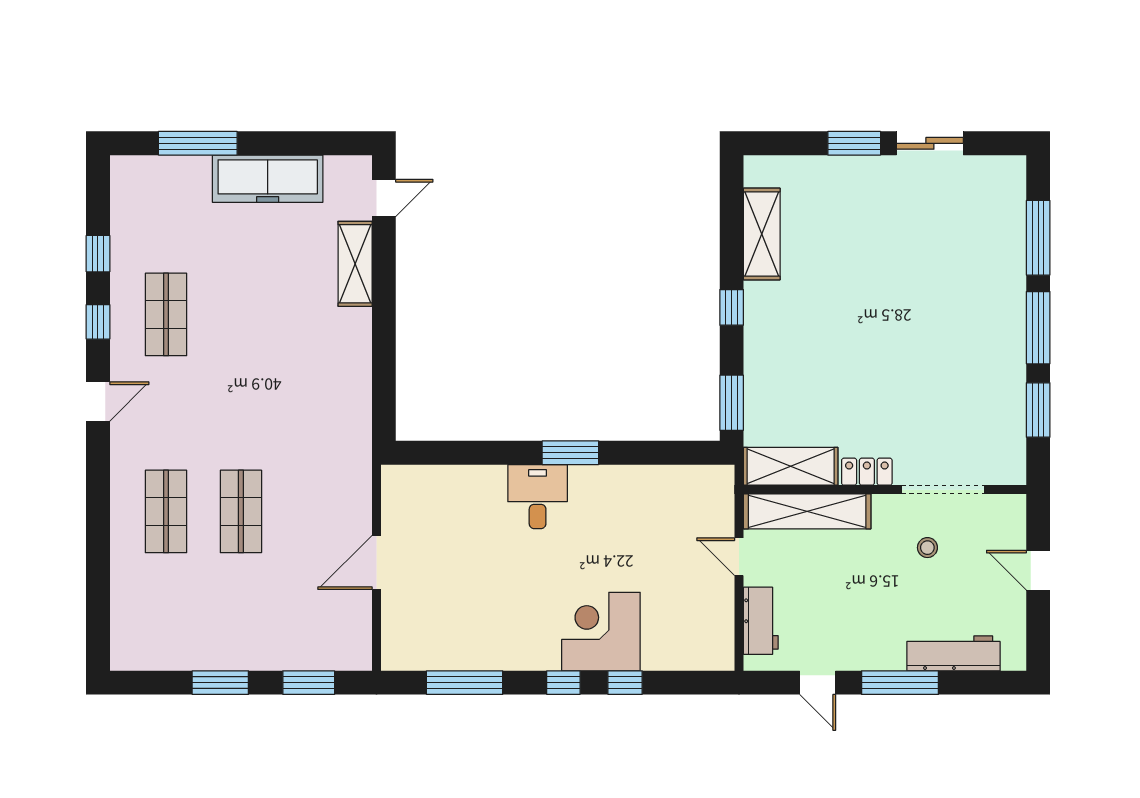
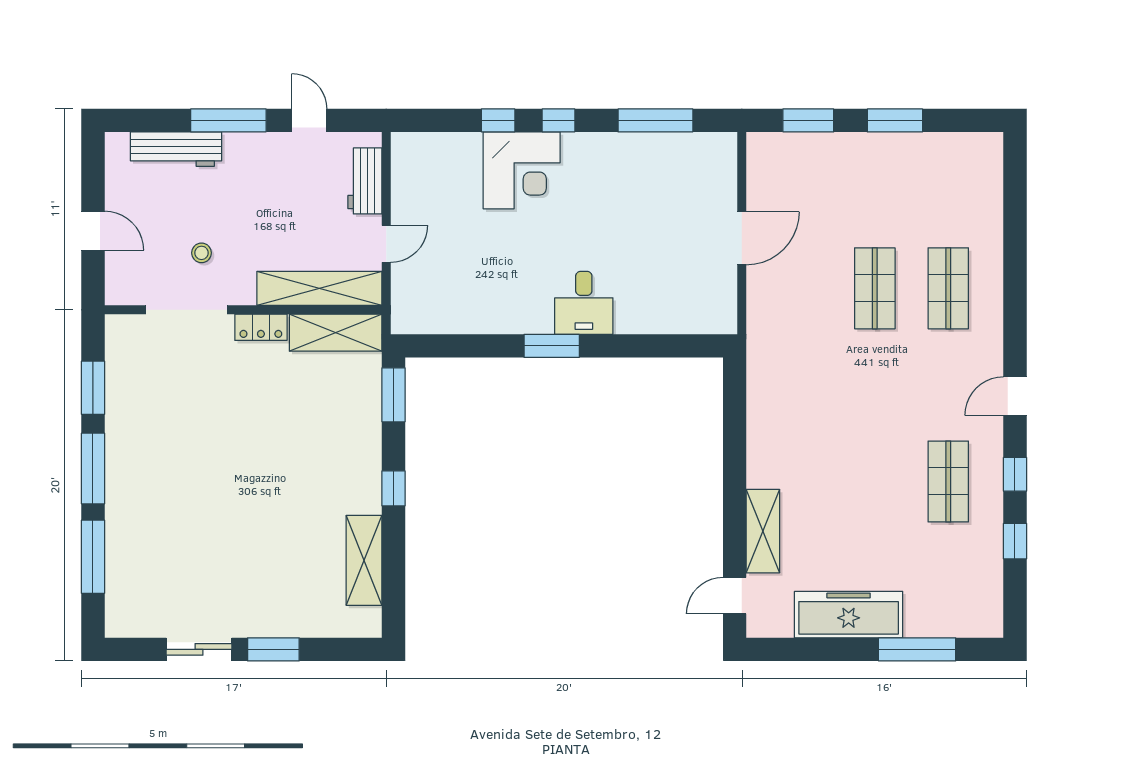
door: (739, 557) -> (386, 244), hinge flipped

